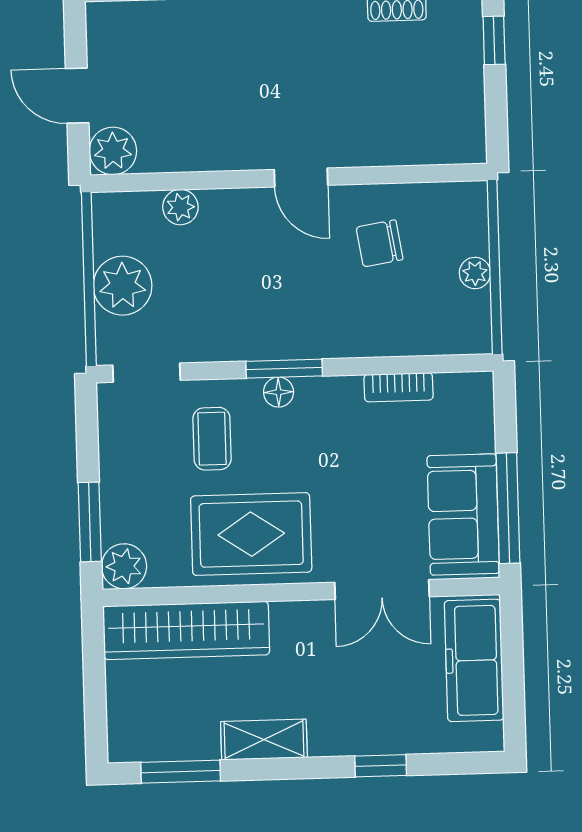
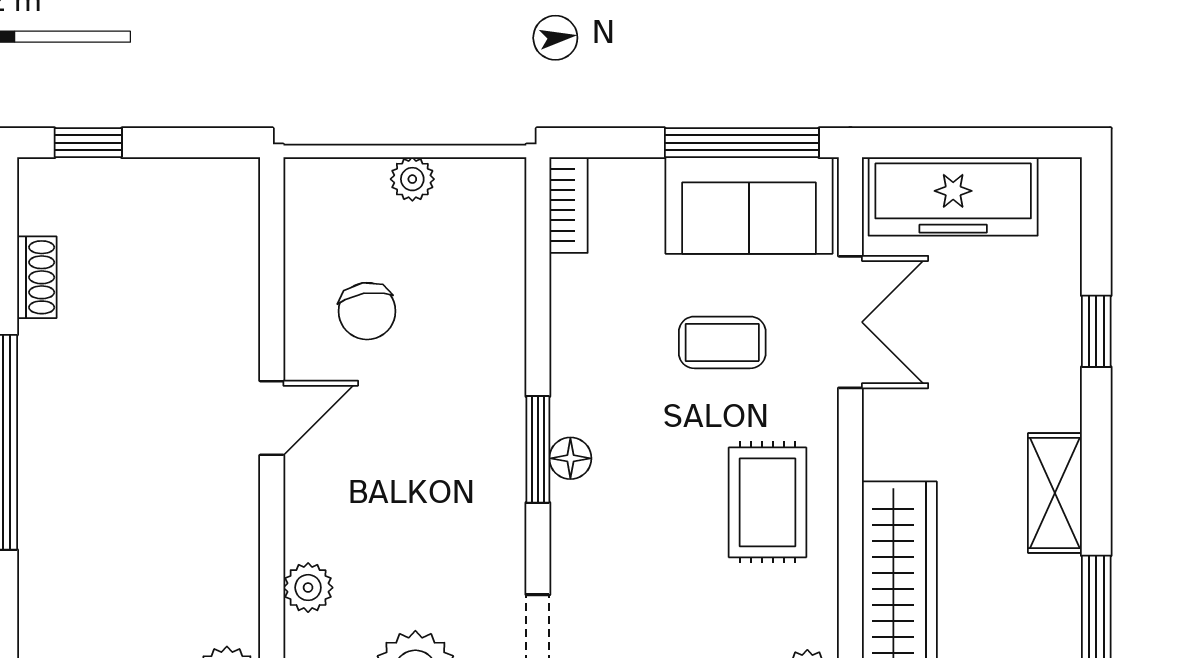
bookcase: (399, 387) -> (569, 205), moved
coffee table: (212, 439) -> (722, 342), moved
rug: (251, 534) -> (767, 502), width x0.73, depth x0.70

